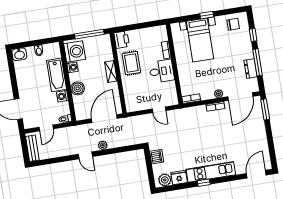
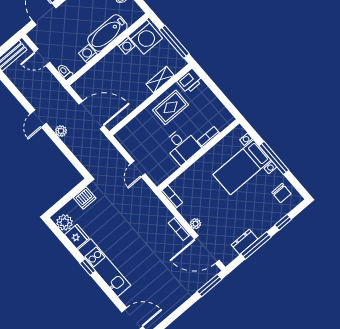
window: (207, 15) -> (274, 158), width x2.17
shelving: (111, 71) -> (160, 80), moved
boiler: (78, 88) -> (107, 65), removed

